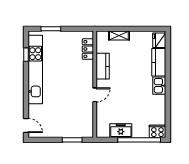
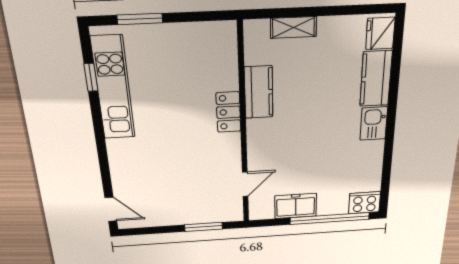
locker: (88, 49) -> (228, 112), moved
kitchen unit: (35, 69) -> (113, 88), width x0.73
door: (95, 95) -> (245, 184), moved

